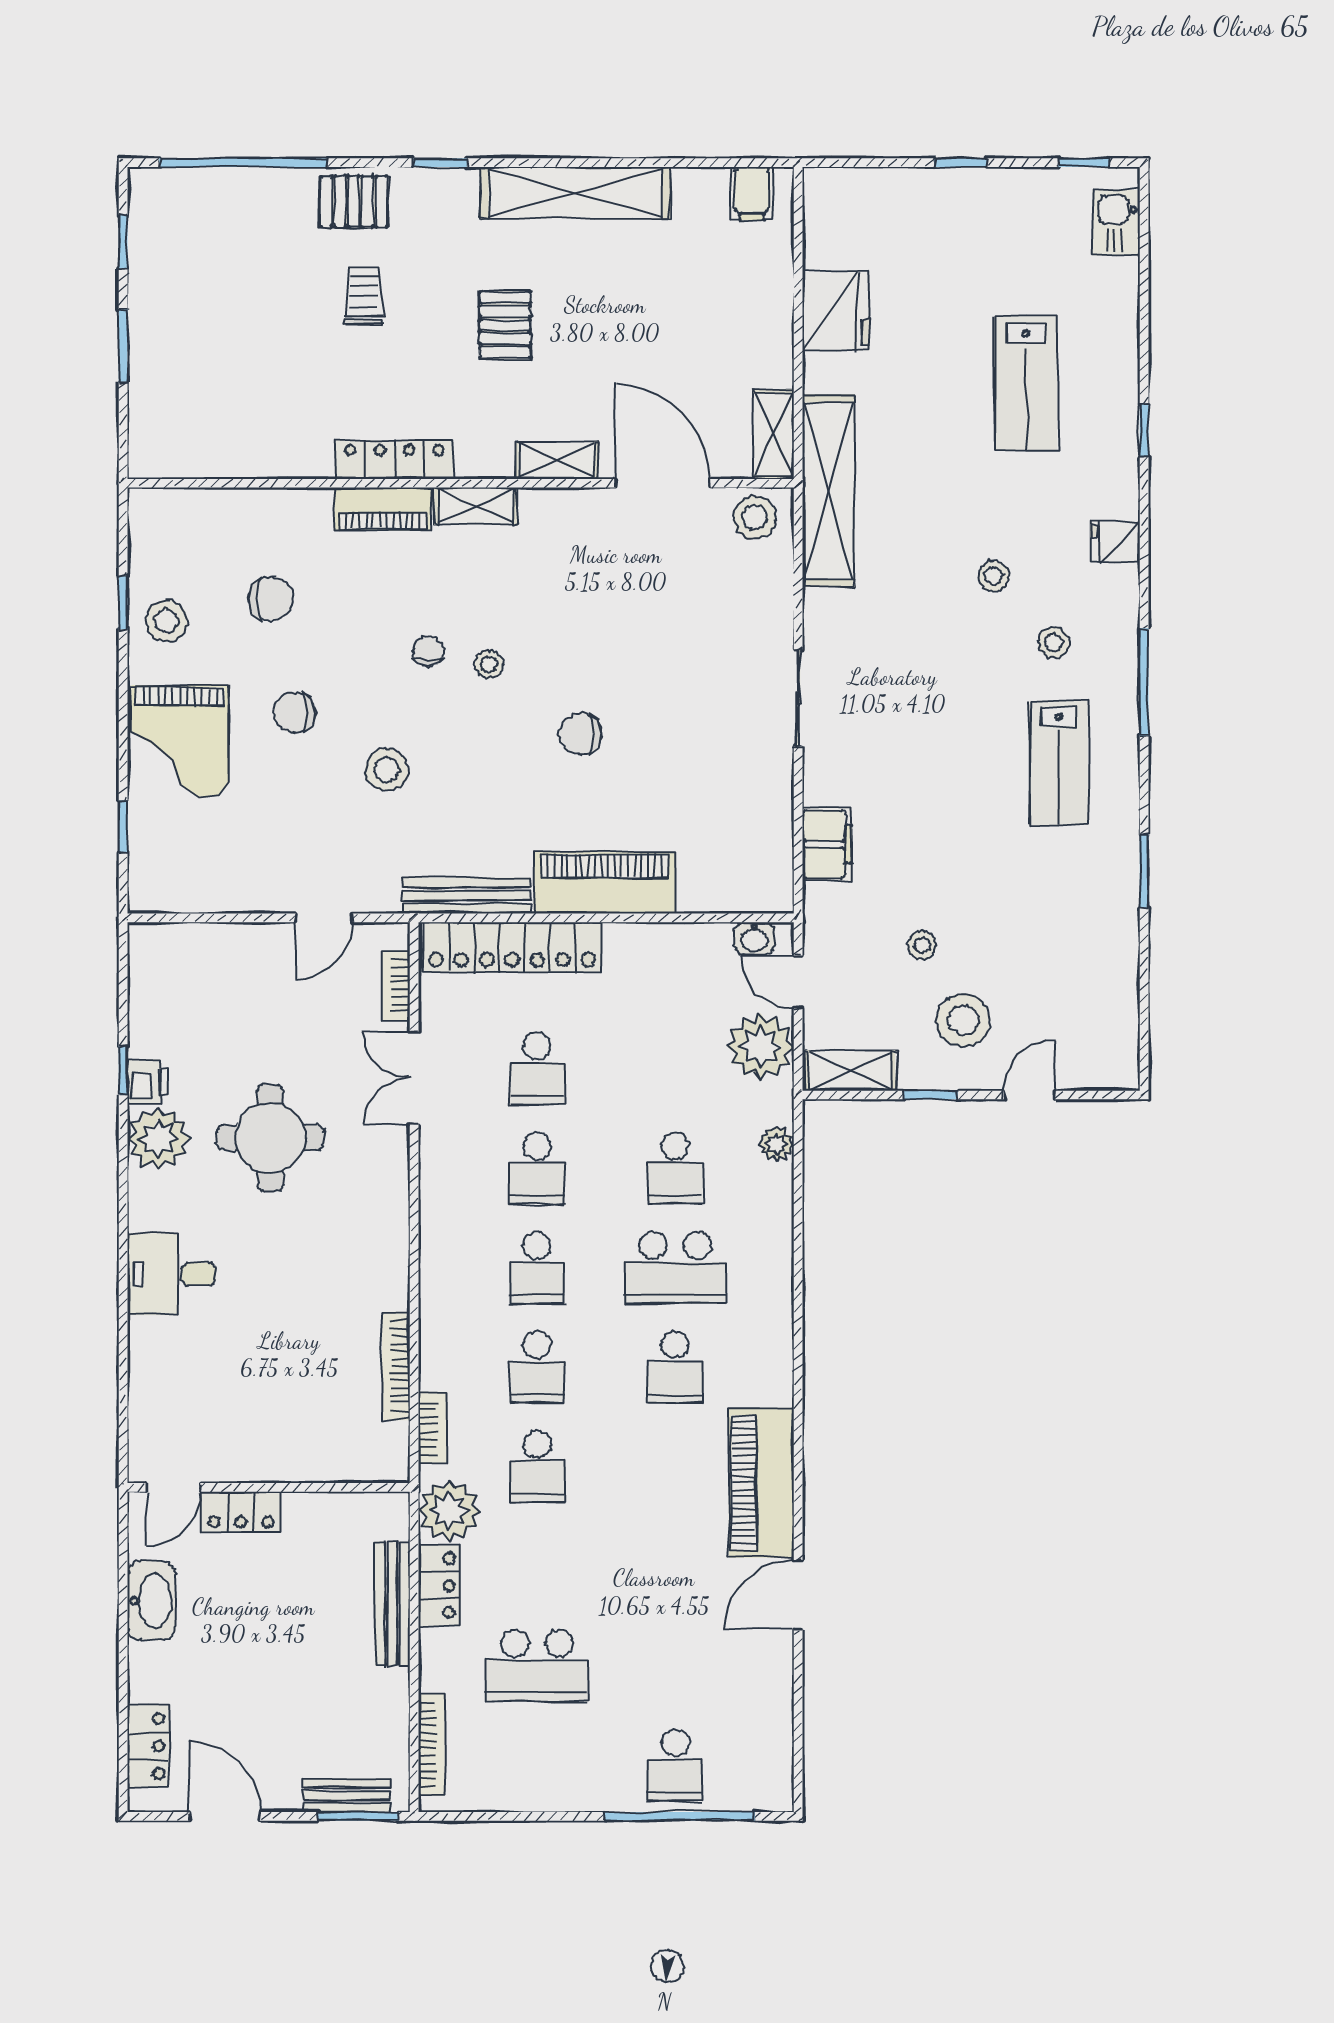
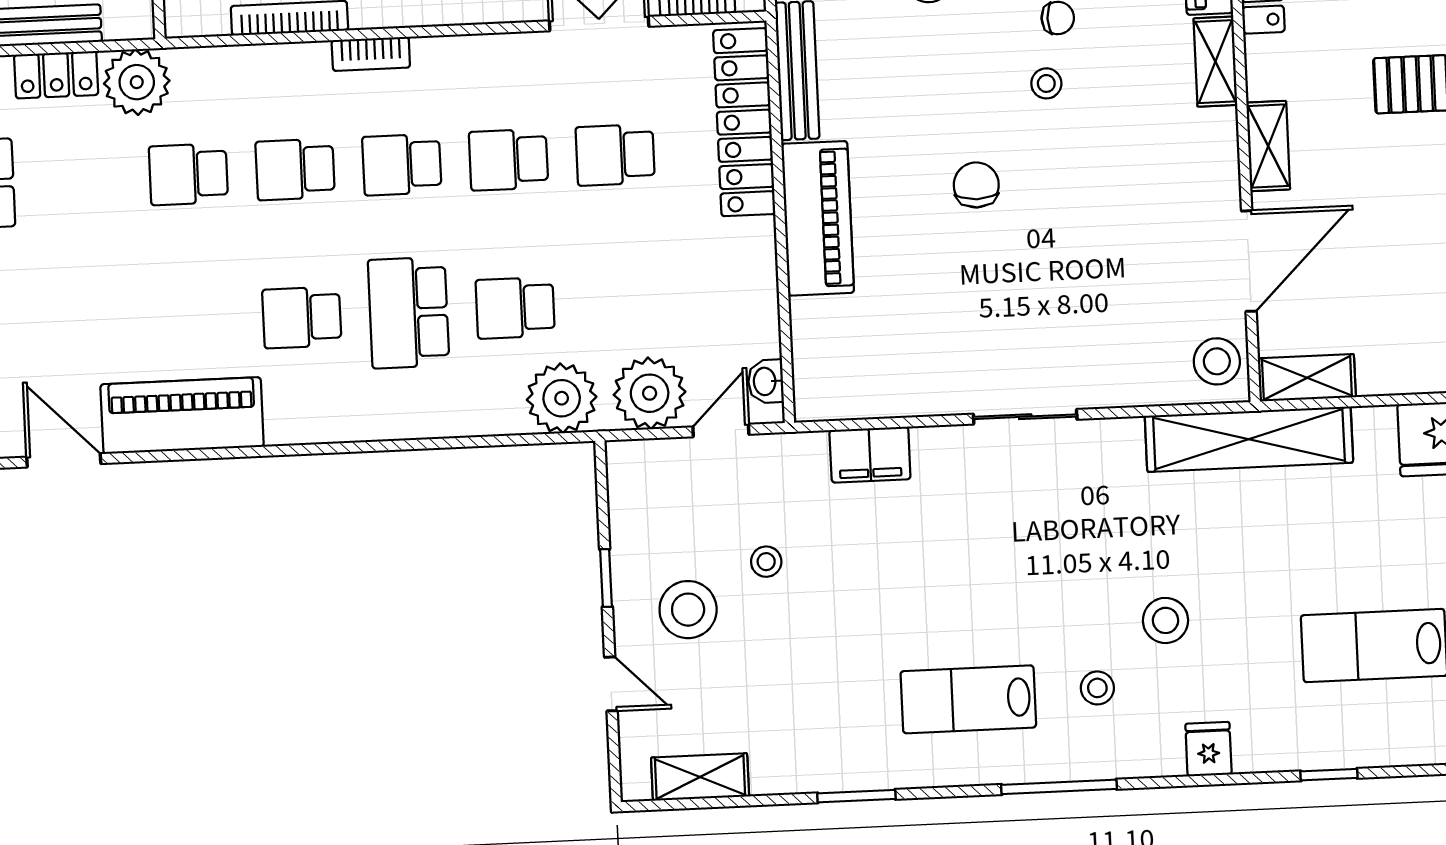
stool: (994, 576) -> (1166, 620), width x1.37, depth x1.37
shelving: (850, 1071) -> (700, 777), moved, turned 90
plant: (777, 1144) -> (562, 398), width x1.87, depth x1.87
bookcase: (433, 1428) -> (371, 54), moved

